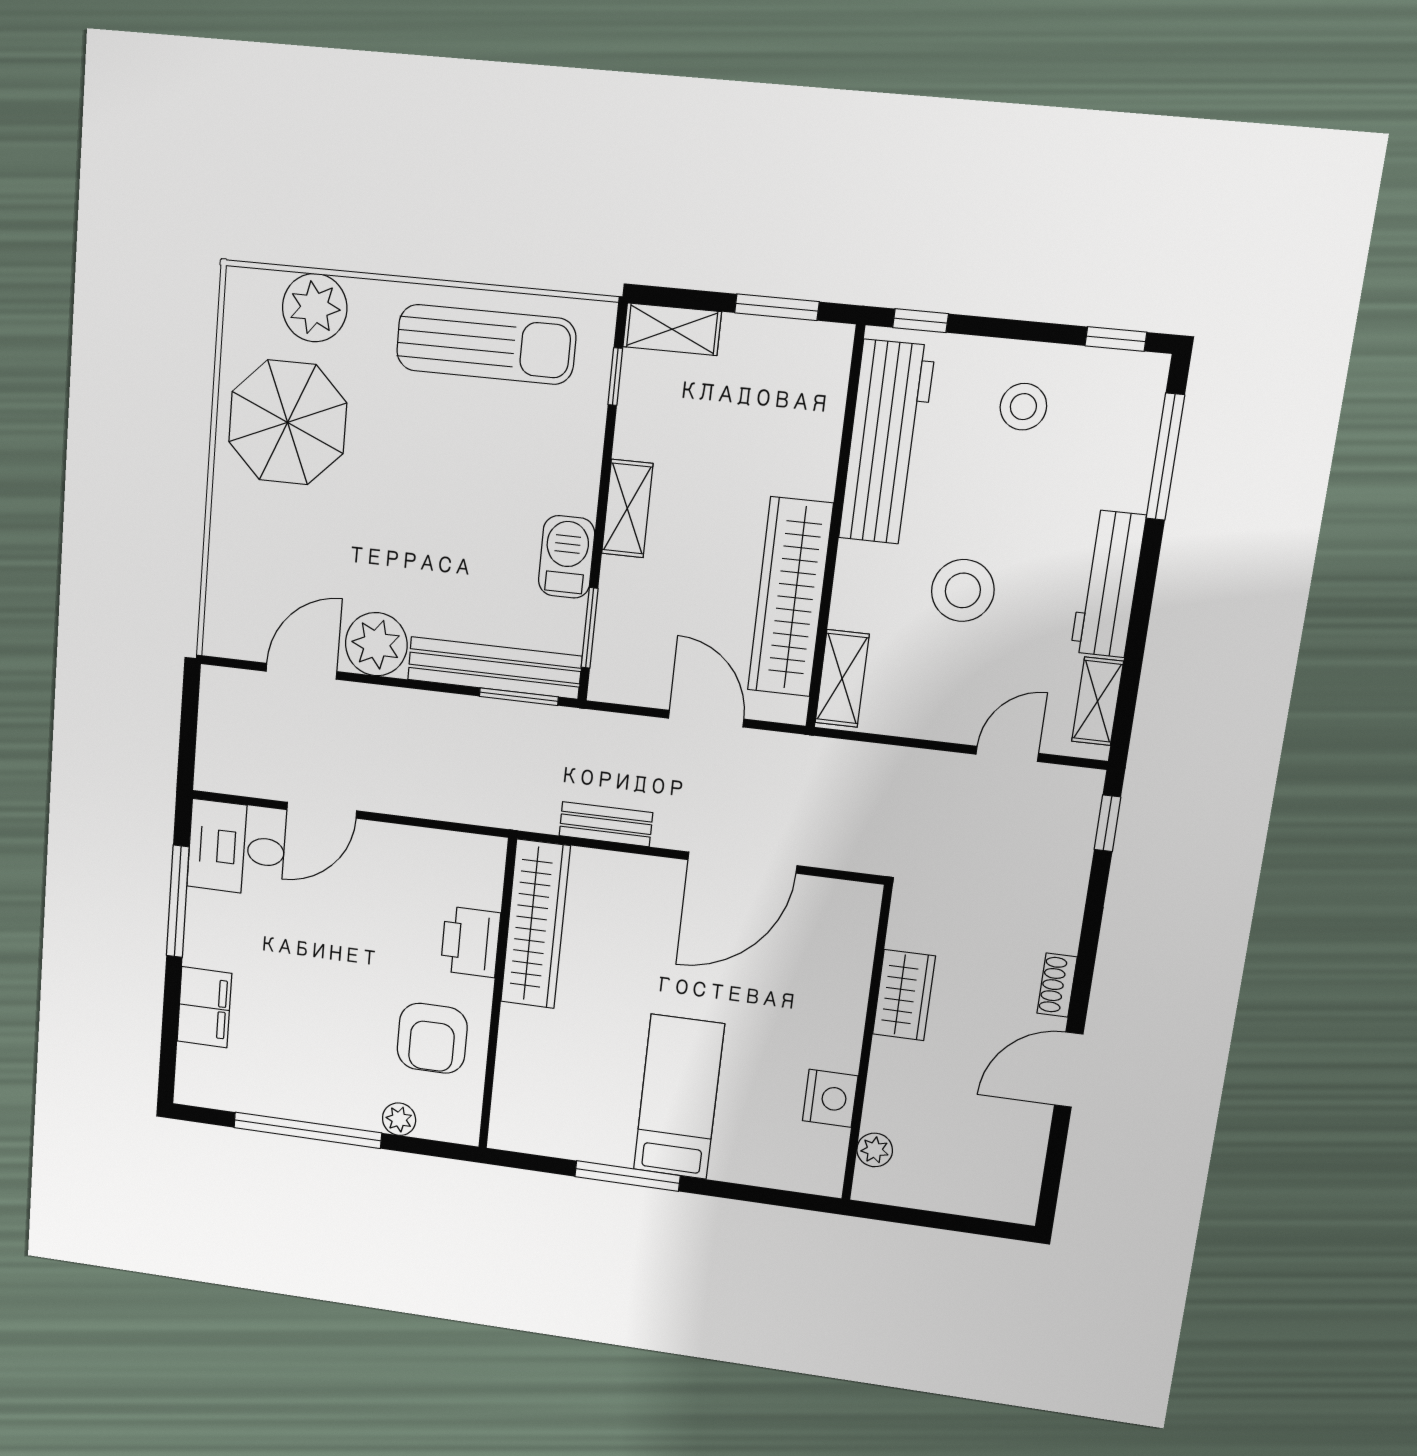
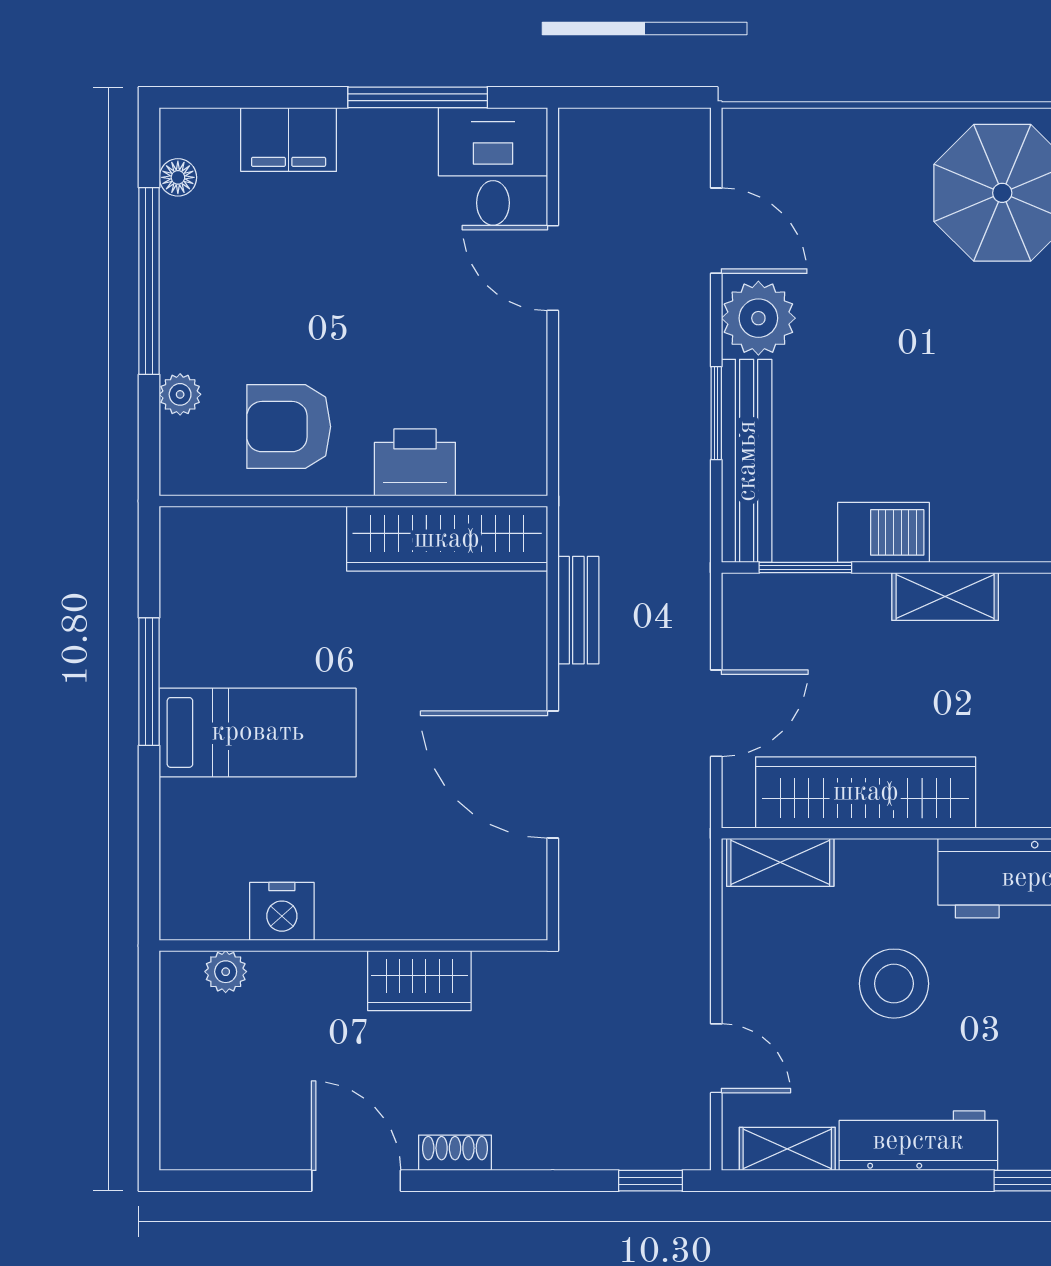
window: (519, 697) -> (716, 413), moved
floor lamp: (228, 1097) -> (178, 177), added

